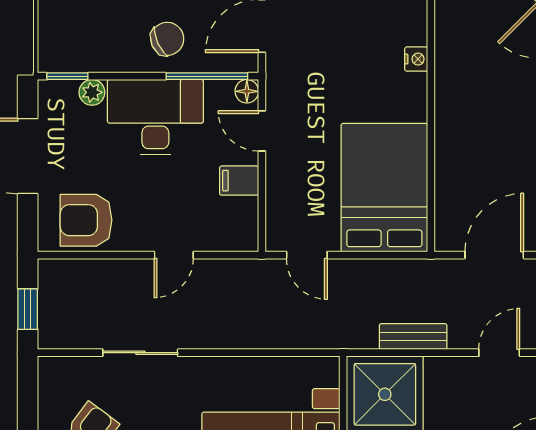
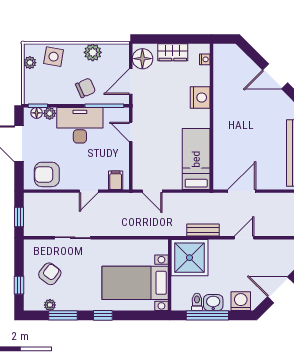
nightstand: (416, 59) -> (200, 98), width x1.89, depth x1.79
floor lamp: (247, 91) -> (37, 113), moved
filing cabinet: (239, 181) -> (116, 180), moved, turned 90
bed: (384, 188) -> (196, 159), width x0.67

